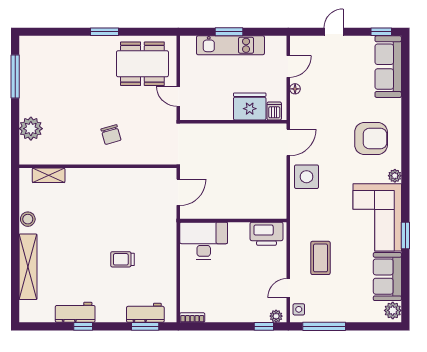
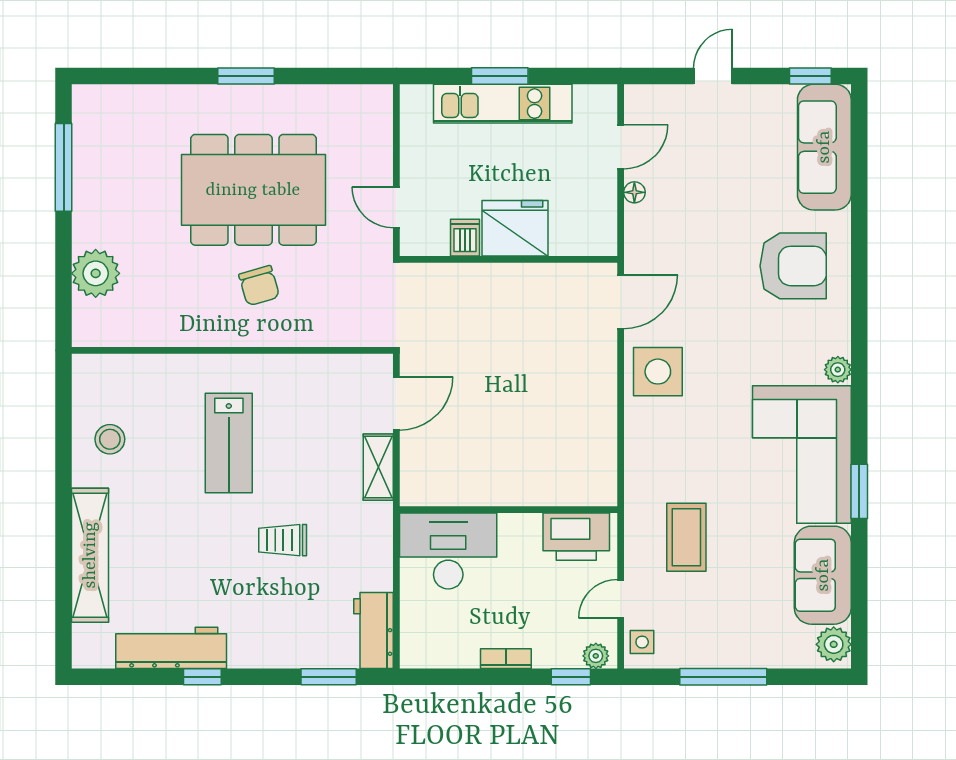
dining table: (142, 64) -> (253, 190), moved, width x1.36, depth x1.24
fridge: (250, 106) -> (515, 228), moved
dishwasher: (274, 111) -> (465, 238), moved
armchair: (371, 139) -> (793, 266), moved
shelving: (49, 175) -> (378, 467), moved, turned 90
lab bench: (96, 212) -> (229, 443), added
stool: (28, 219) -> (110, 439), moved
wall: (233, 220) -> (508, 510), moved
printer: (267, 234) -> (576, 537), moved
desk: (204, 241) -> (448, 551), moved
workbench: (75, 312) -> (171, 648), width x1.38
workbench: (145, 313) -> (373, 631), moved, turned -90
bookcase: (192, 317) -> (506, 659), moved
window: (324, 326) -> (723, 677), moved

